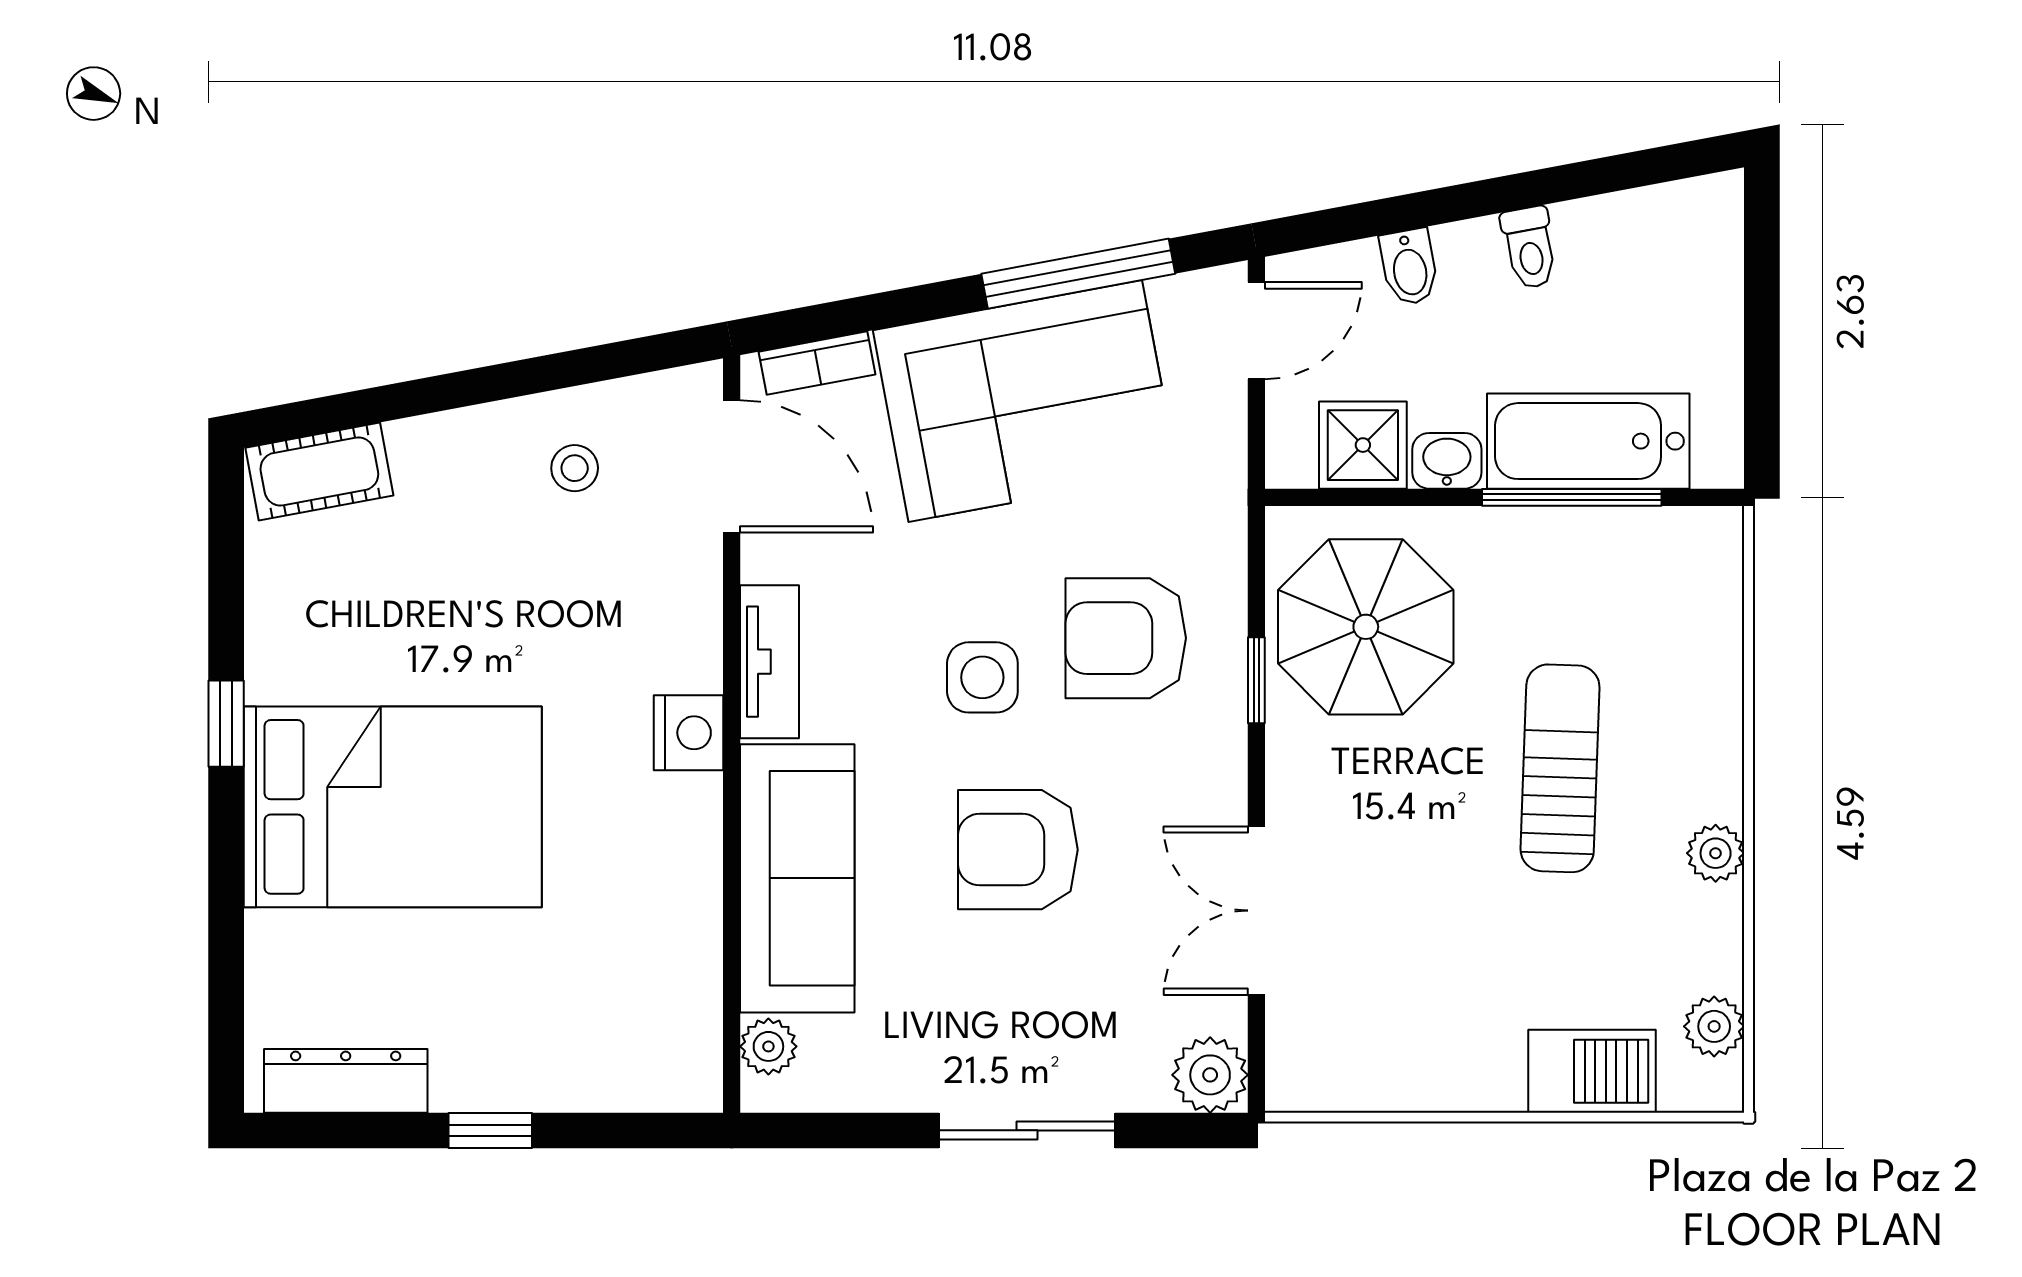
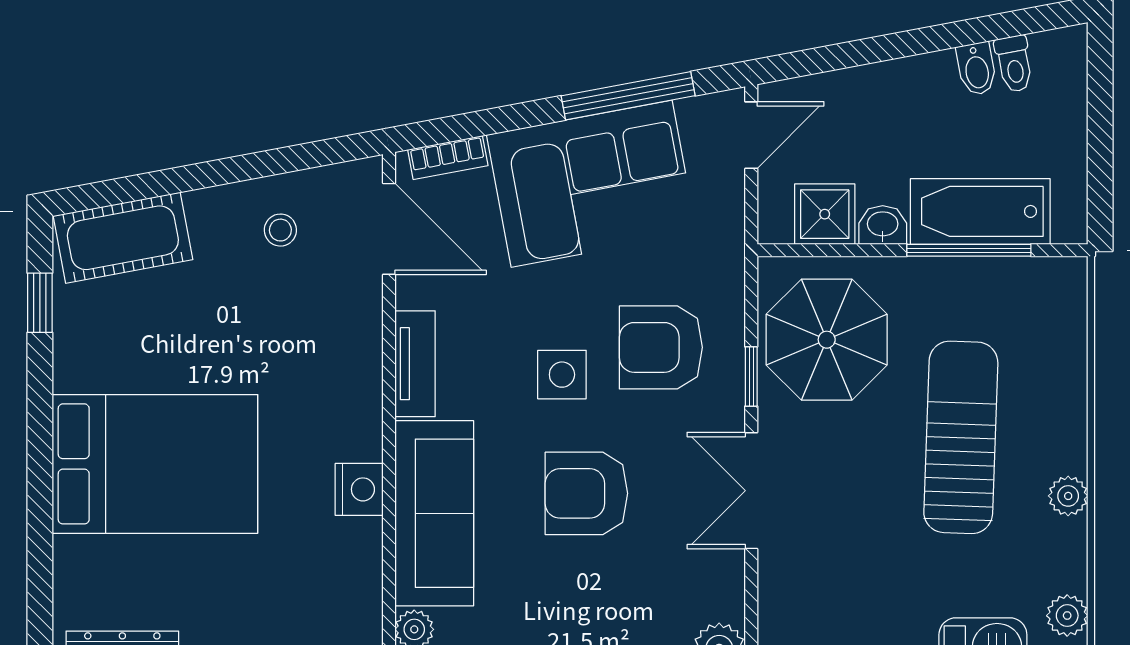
toilet: (1529, 248) -> (1014, 64), moved
bidet: (1409, 267) -> (977, 69), moved
cot: (319, 472) -> (123, 238), width x1.37, depth x1.34
window: (226, 724) -> (40, 303), moved
nightstand: (689, 733) -> (359, 489), moved
sun lounger: (1560, 768) -> (961, 437), width x1.36, depth x1.34
double door: (1256, 911) -> (751, 491), moved

